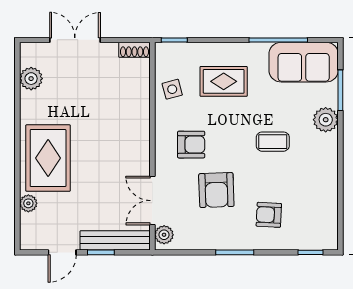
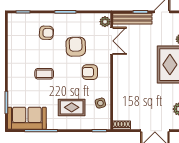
plant: (326, 120) -> (15, 86), removed

